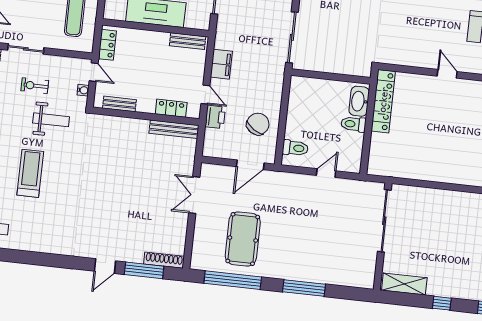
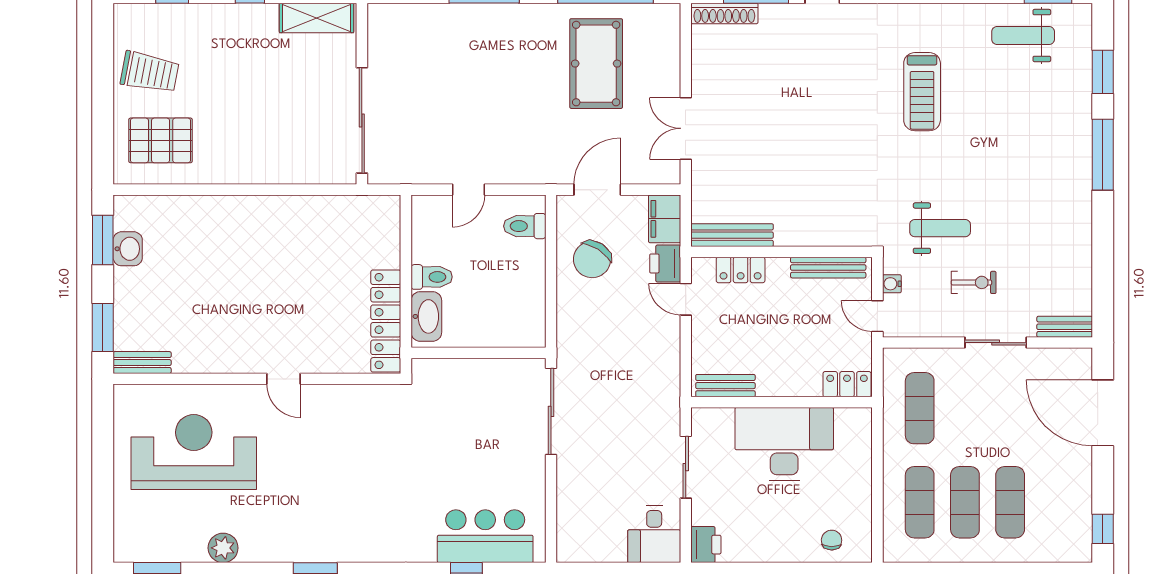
locker: (107, 45) -> (847, 384), moved, turned 90
filing cabinet: (221, 64) -> (665, 219), moved
bench: (119, 104) -> (828, 268), width x1.36
weight bench: (51, 120) -> (940, 228), turned 180
treadmill: (30, 173) -> (922, 92), moved
double door: (194, 195) -> (686, 128), swing flipped

